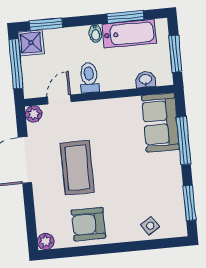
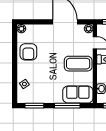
coffee table: (77, 168) -> (78, 64), moved
armchair: (88, 224) -> (28, 52), turned 180

